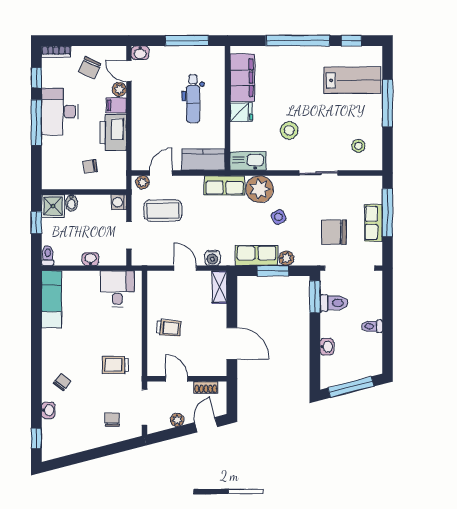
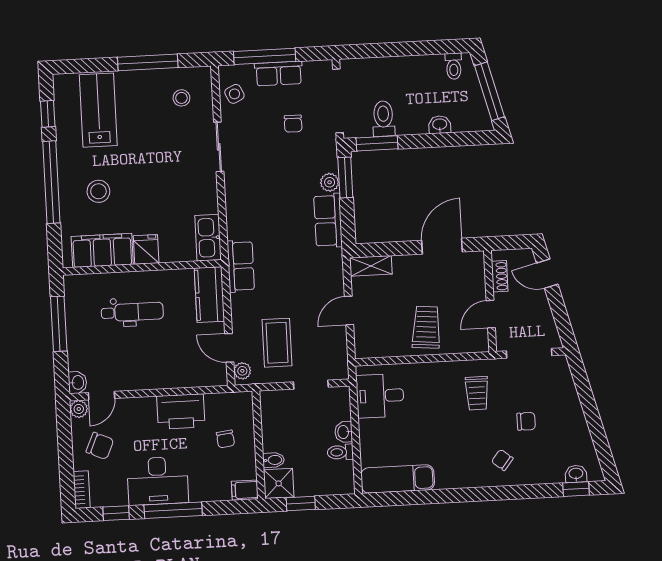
plant: (119, 89) -> (79, 409), moved
window: (388, 103) -> (148, 62), moved
filing cabinet: (116, 105) -> (245, 490), moved, turned 90
stool: (289, 130) -> (98, 191), moved
plant: (260, 189) -> (243, 221), removed
washing machine: (119, 202) -> (269, 400), removed
side table: (278, 217) -> (234, 94), moved
chair: (334, 232) -> (293, 124), width x0.54, depth x0.54
toilet: (48, 256) -> (340, 452), moved
water cooler: (212, 258) -> (334, 277), removed
window: (273, 271) -> (345, 178), moved
toilet: (372, 326) -> (454, 66), moved
trolley: (169, 328) -> (426, 327), width x1.36, depth x1.39
washbasin: (48, 410) -> (576, 474), moved
chair: (112, 420) -> (526, 421), moved, turned 180
plant: (177, 420) -> (543, 311), removed

